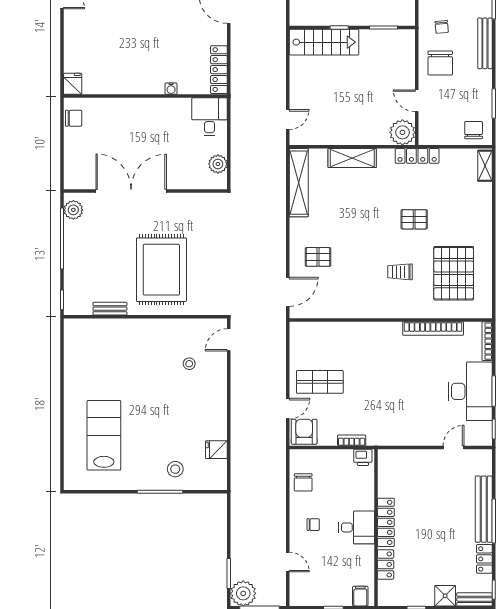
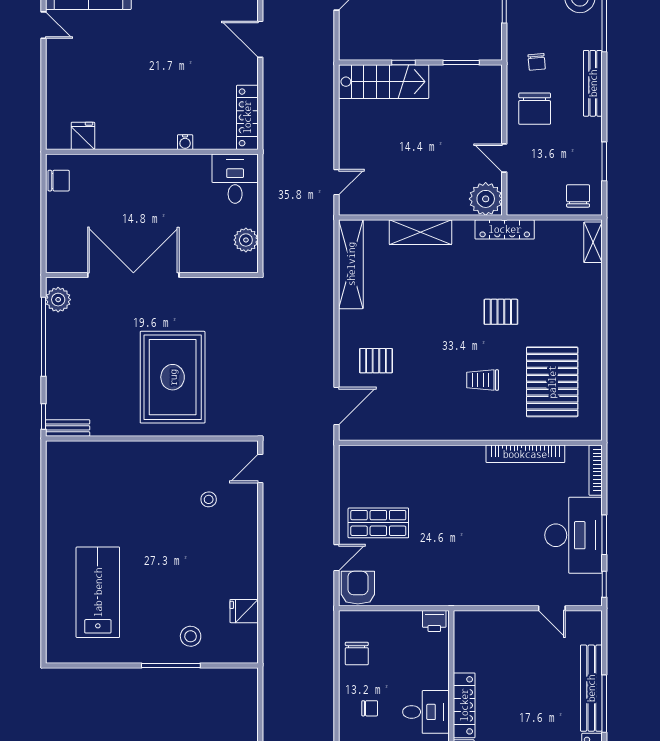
fridge: (73, 84) -> (83, 136), moved
bench: (110, 309) -> (68, 428), moved
bookcase: (352, 440) -> (420, 599), removed
door: (453, 448) -> (552, 608), swing flipped

